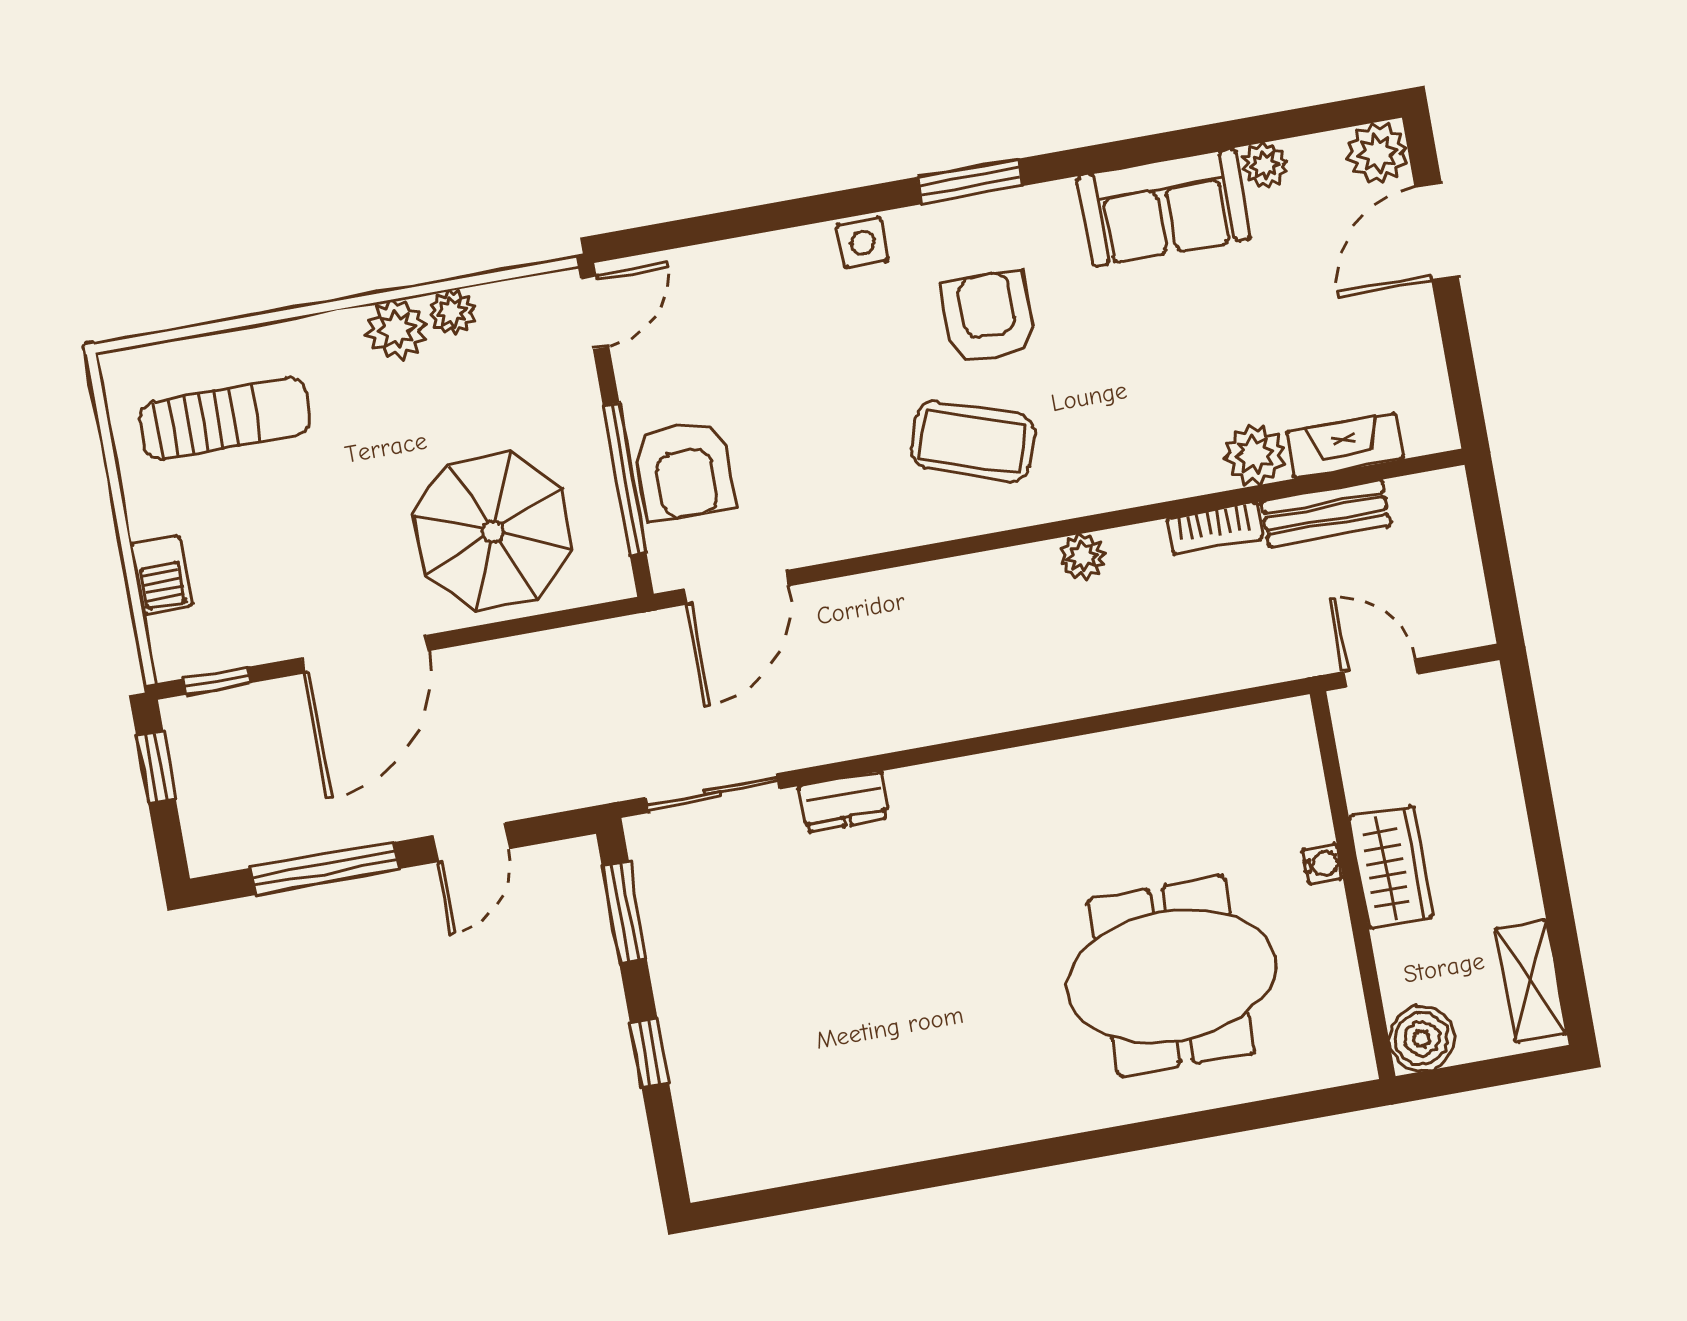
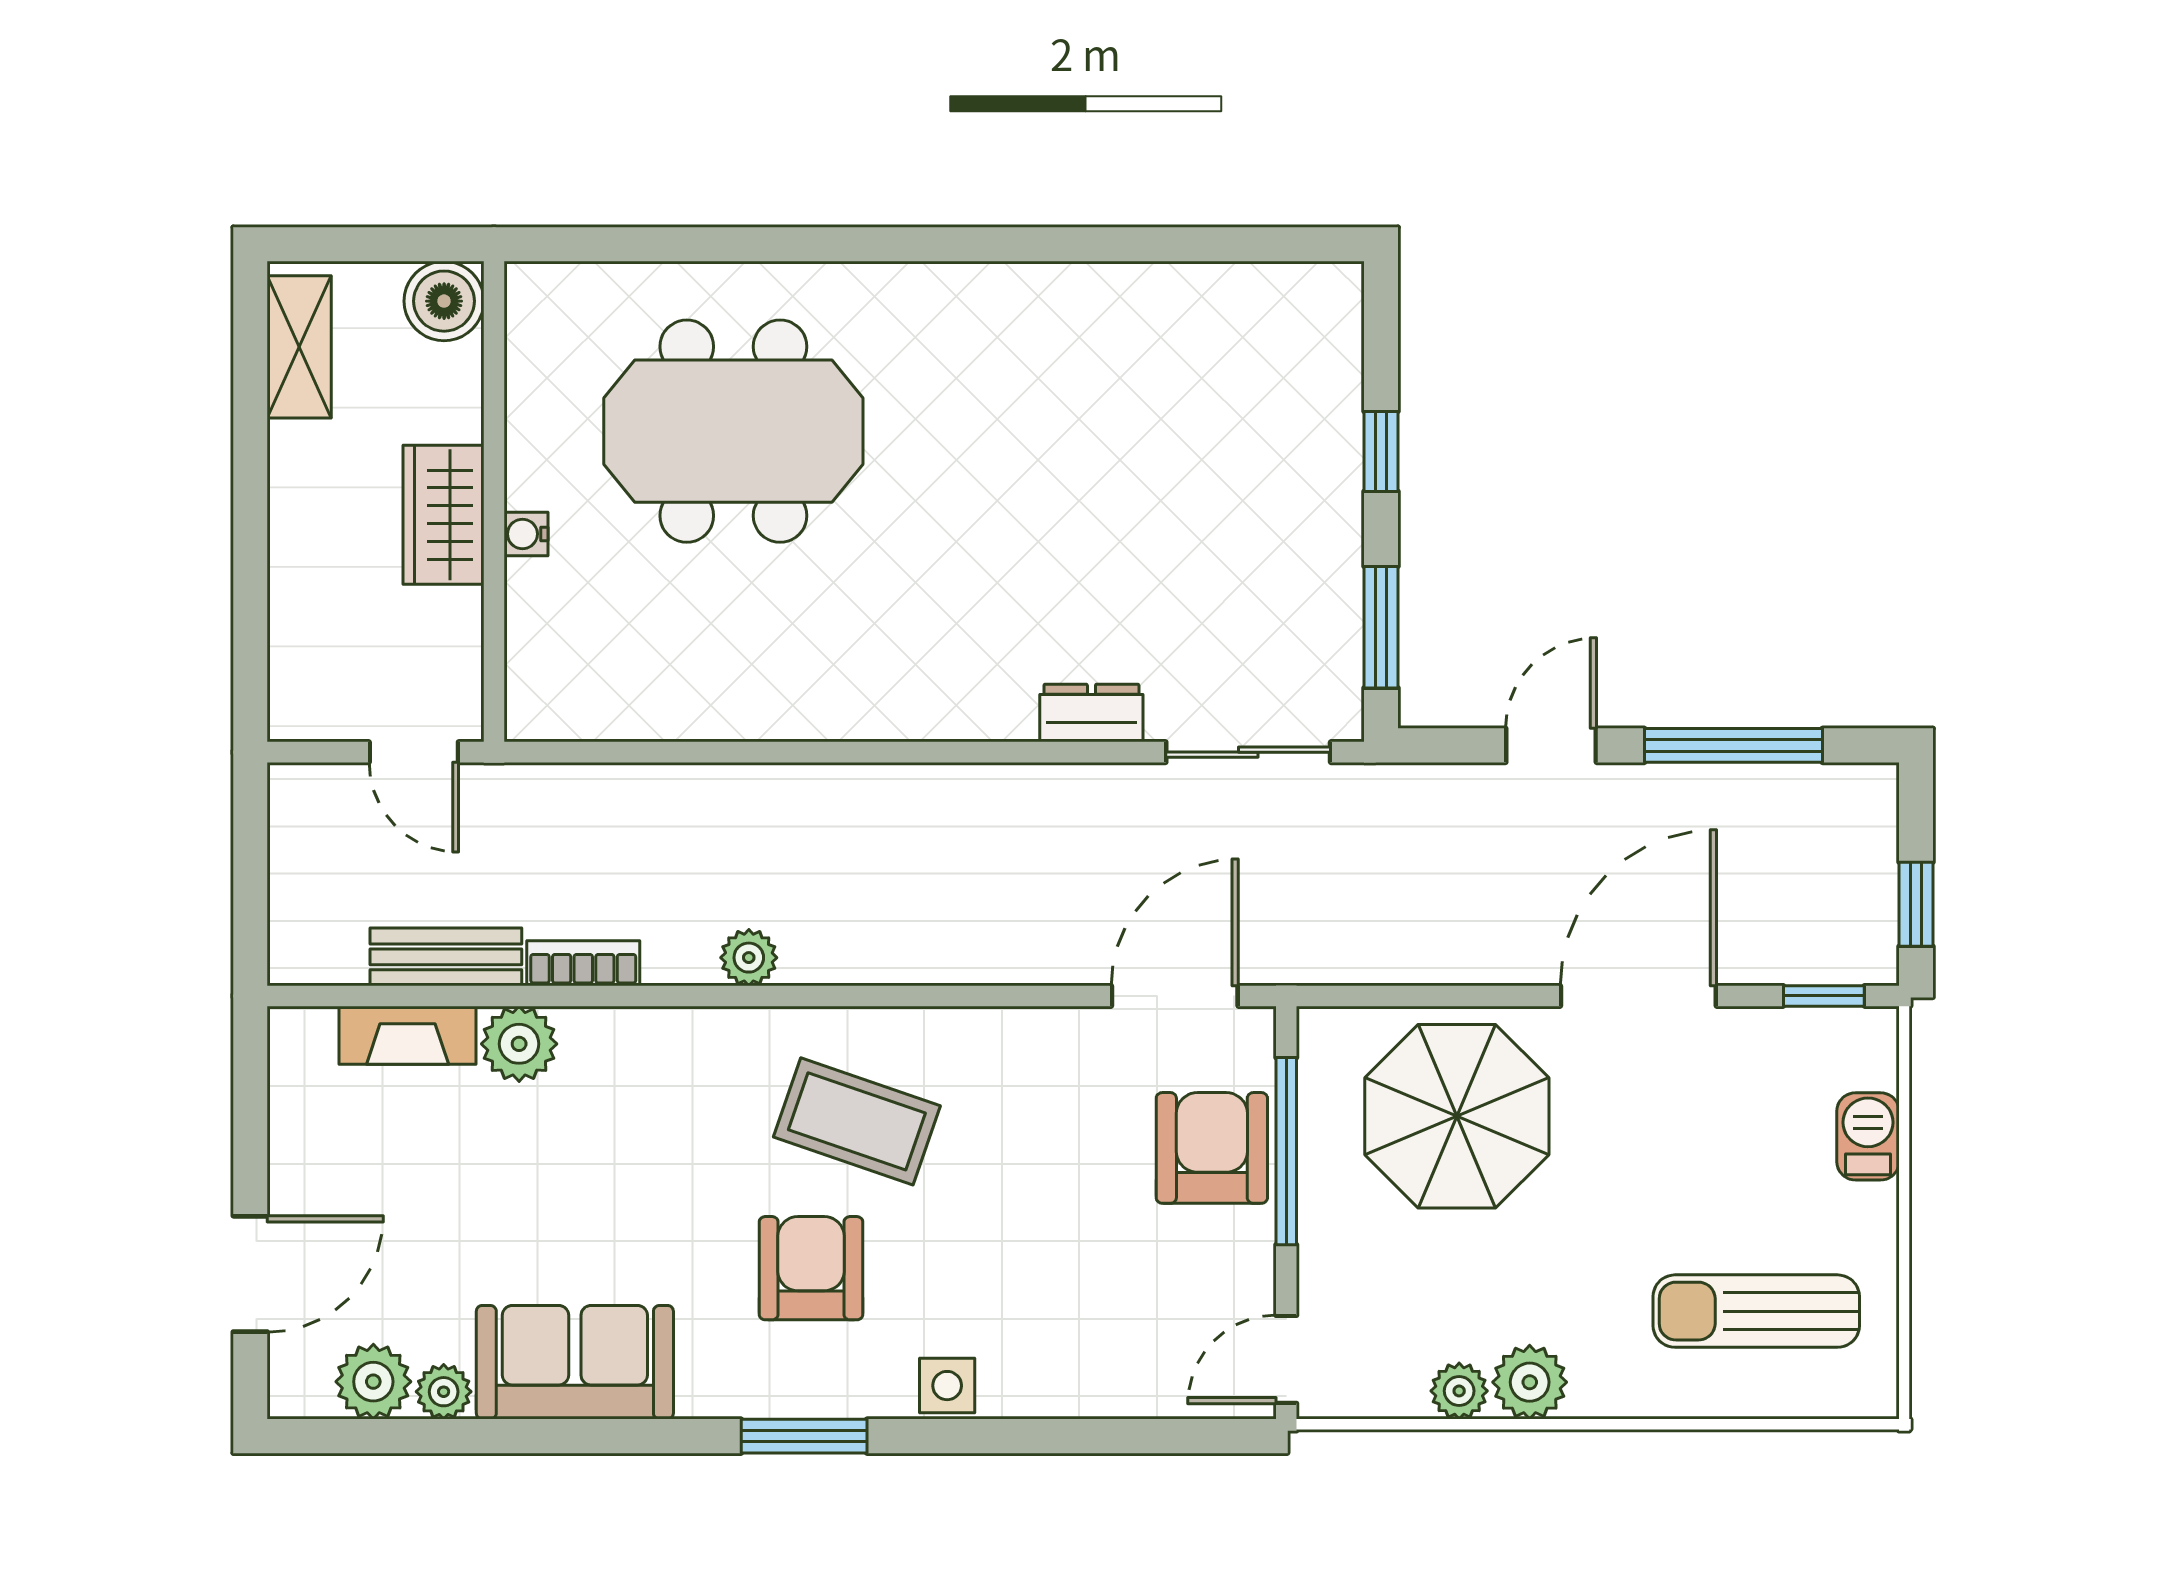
plant: (1377, 153) -> (373, 1382), moved
armchair: (988, 317) -> (811, 1268), turned 180

